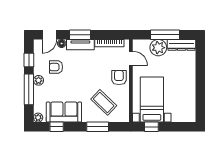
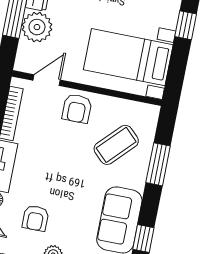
armchair: (119, 78) -> (77, 109), turned -90
window: (151, 127) -> (186, 25), moved

